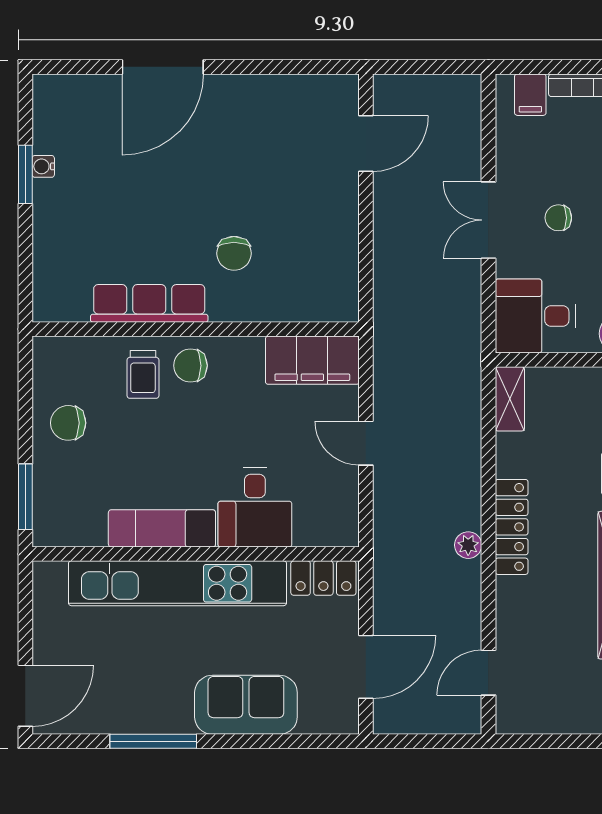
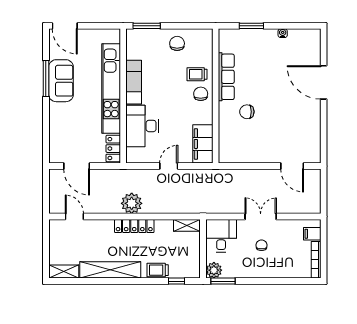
window: (25, 174) -> (251, 26), moved
desk: (255, 507) -> (142, 126), width x1.37
plant: (468, 545) -> (132, 203), width x1.88, depth x1.88
sofa: (246, 705) -> (61, 81), moved

